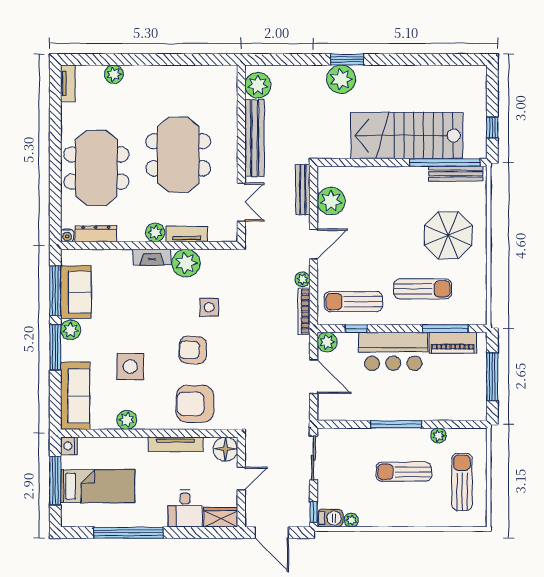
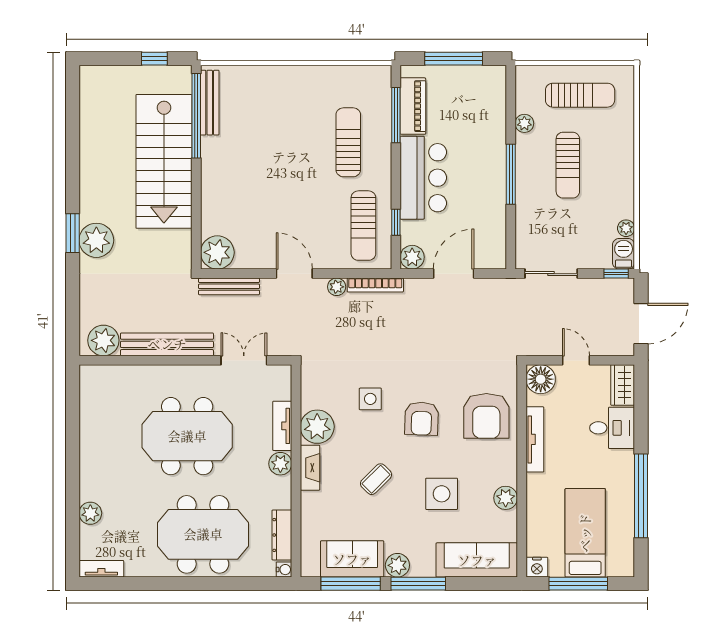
plant: (331, 201) -> (217, 252), moved
parasol: (448, 235) -> (284, 112), removed
coffee table: (142, 312) -> (376, 479), added
sun lounger: (462, 482) -> (580, 95), turned 180

